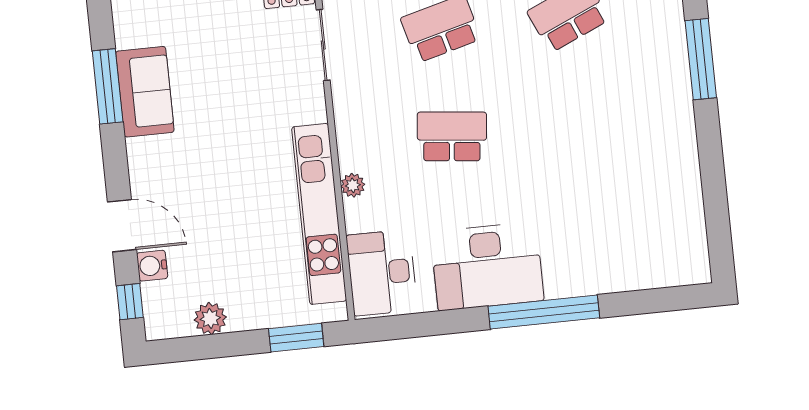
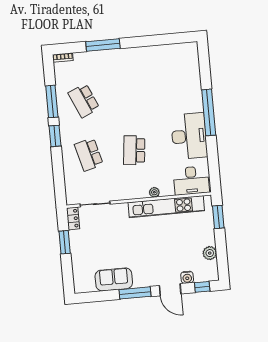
window: (108, 86) -> (135, 293), moved
door: (122, 226) -> (170, 290), swing flipped

